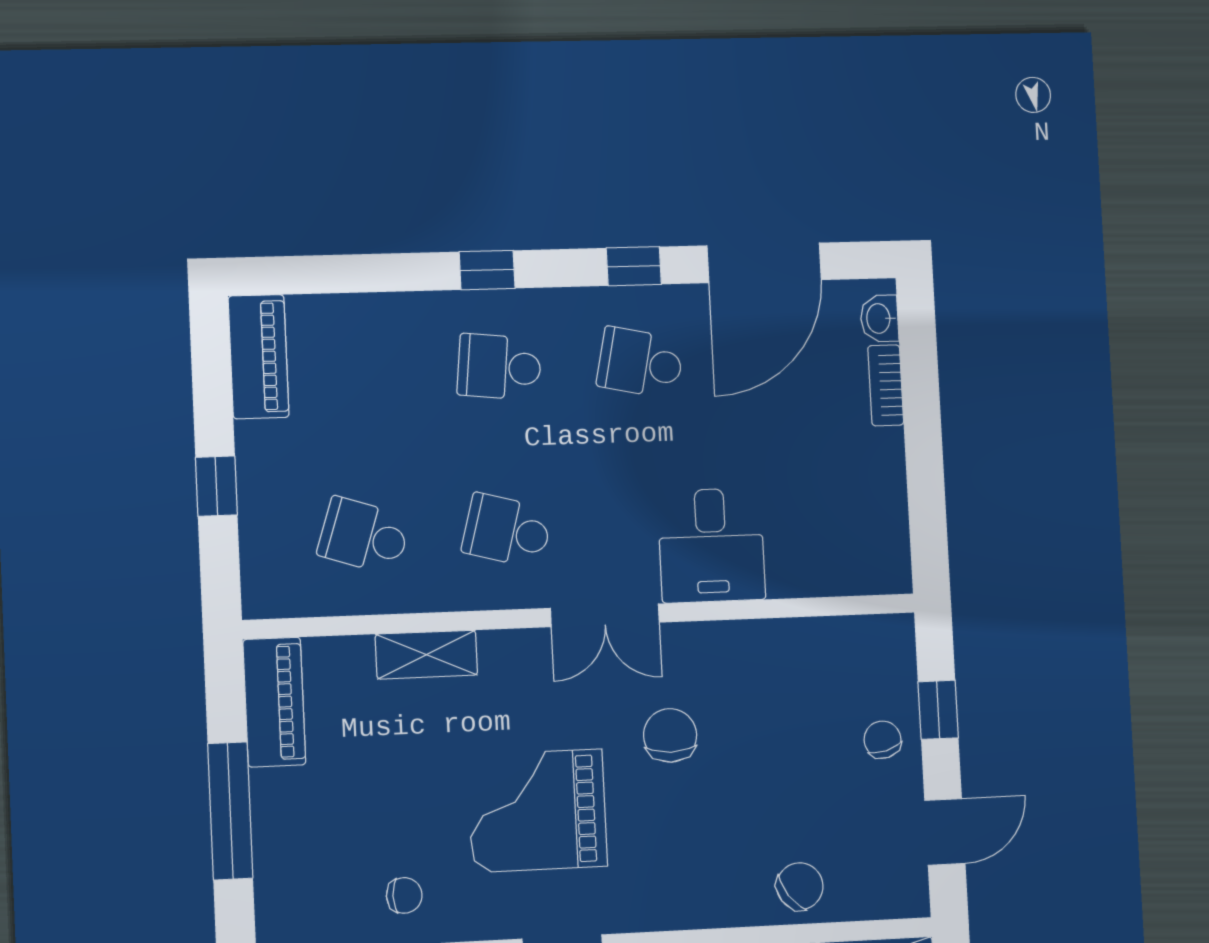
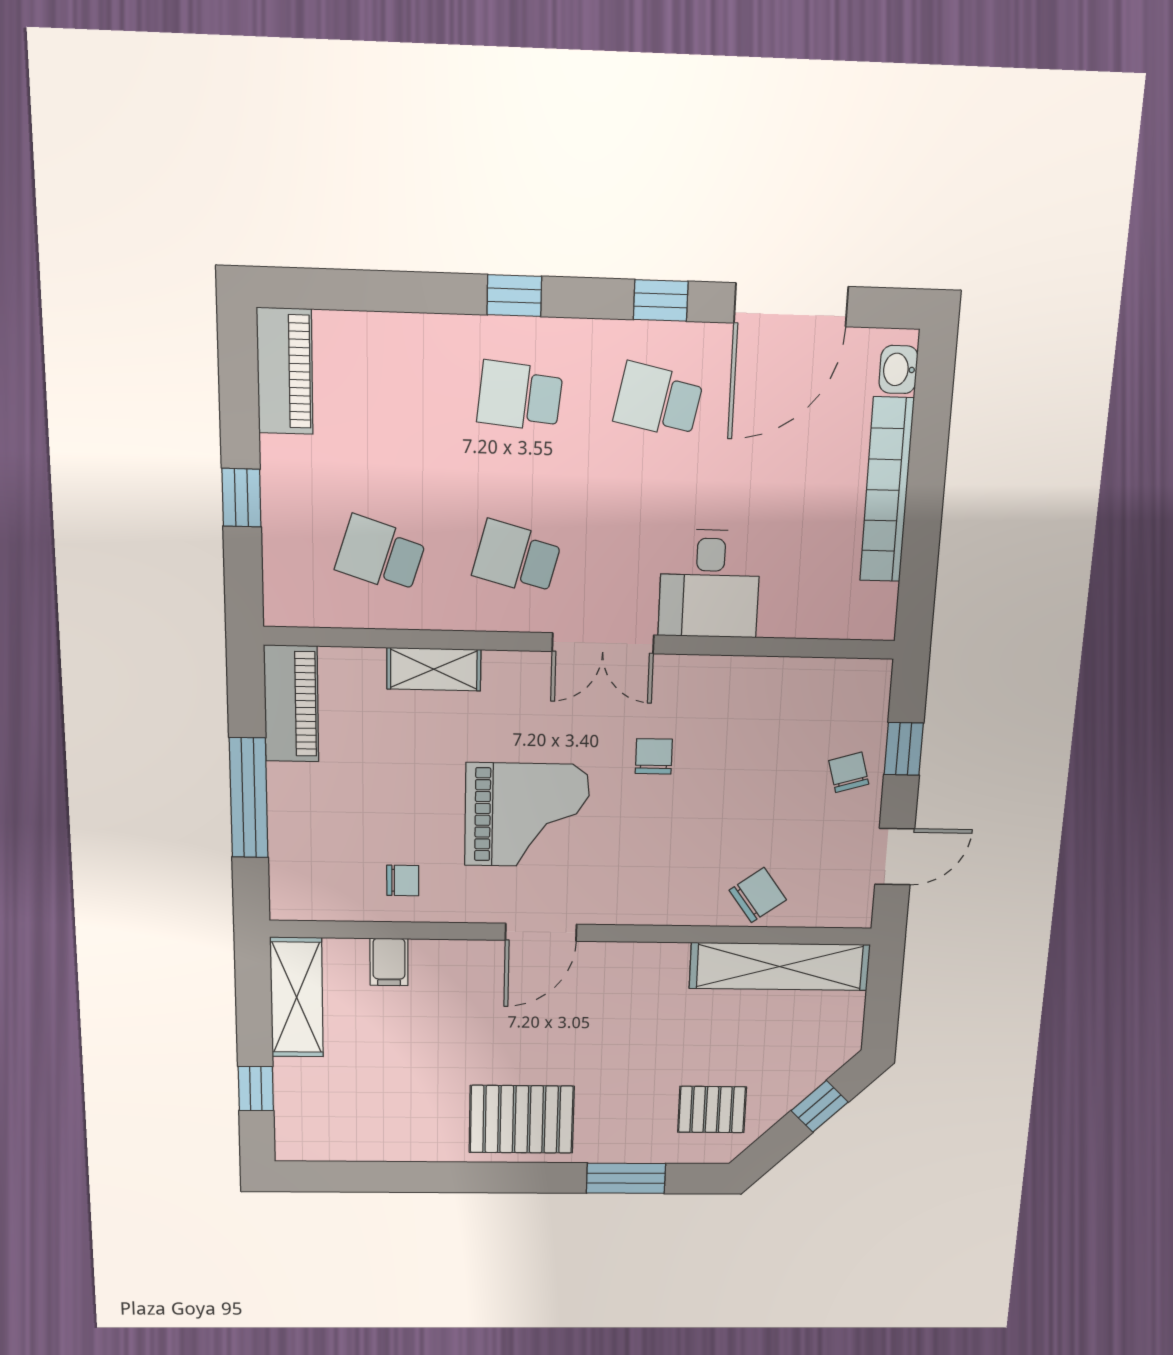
bookcase: (886, 385) -> (887, 490), width x2.31, depth x1.31
chair: (670, 735) -> (654, 756), width x0.73, depth x0.73
grand piano: (537, 811) -> (527, 815), turned 180

